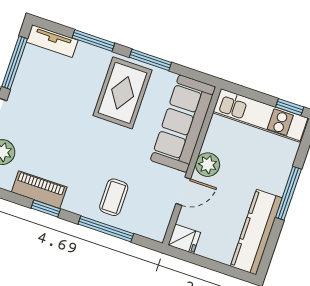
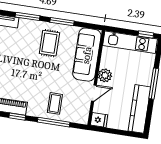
rug: (123, 93) -> (49, 43), width x0.73, depth x0.70

